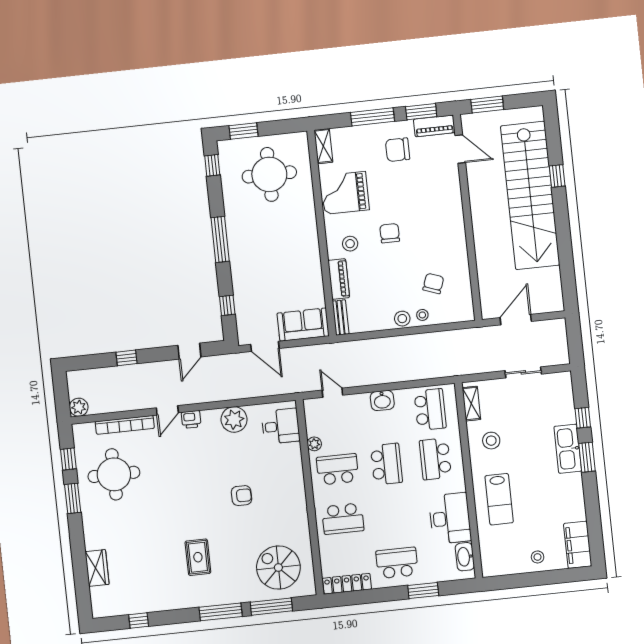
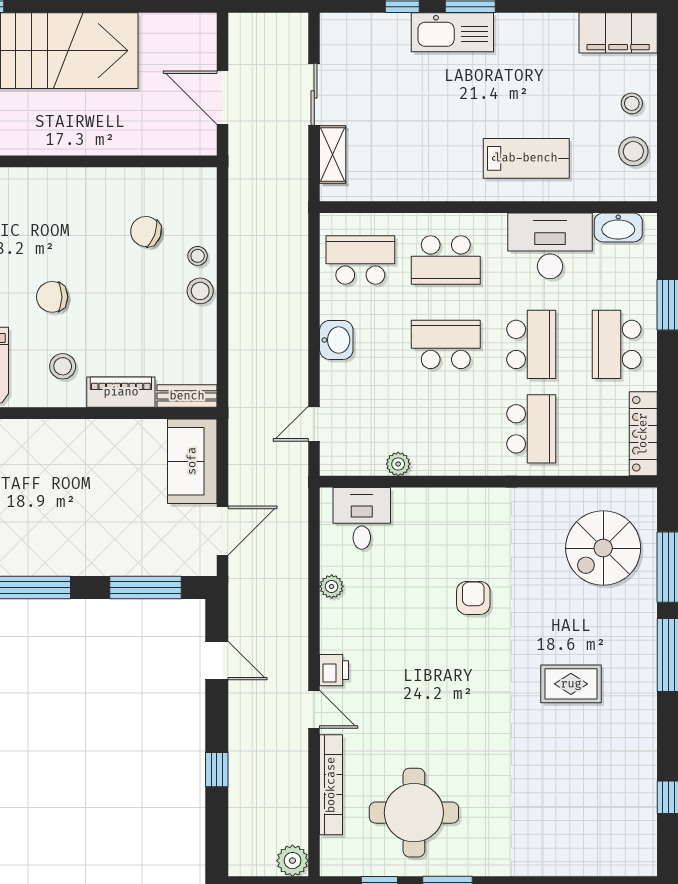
window: (227, 305) -> (146, 588), width x2.17
shelving: (471, 404) -> (333, 154), moved, turned 90
plant: (234, 419) -> (332, 586), width x0.53, depth x0.53
stool: (491, 441) -> (633, 151), moved
school desk: (338, 469) -> (531, 344), moved, turned 180
wardrobe: (97, 568) -> (571, 859), removed

